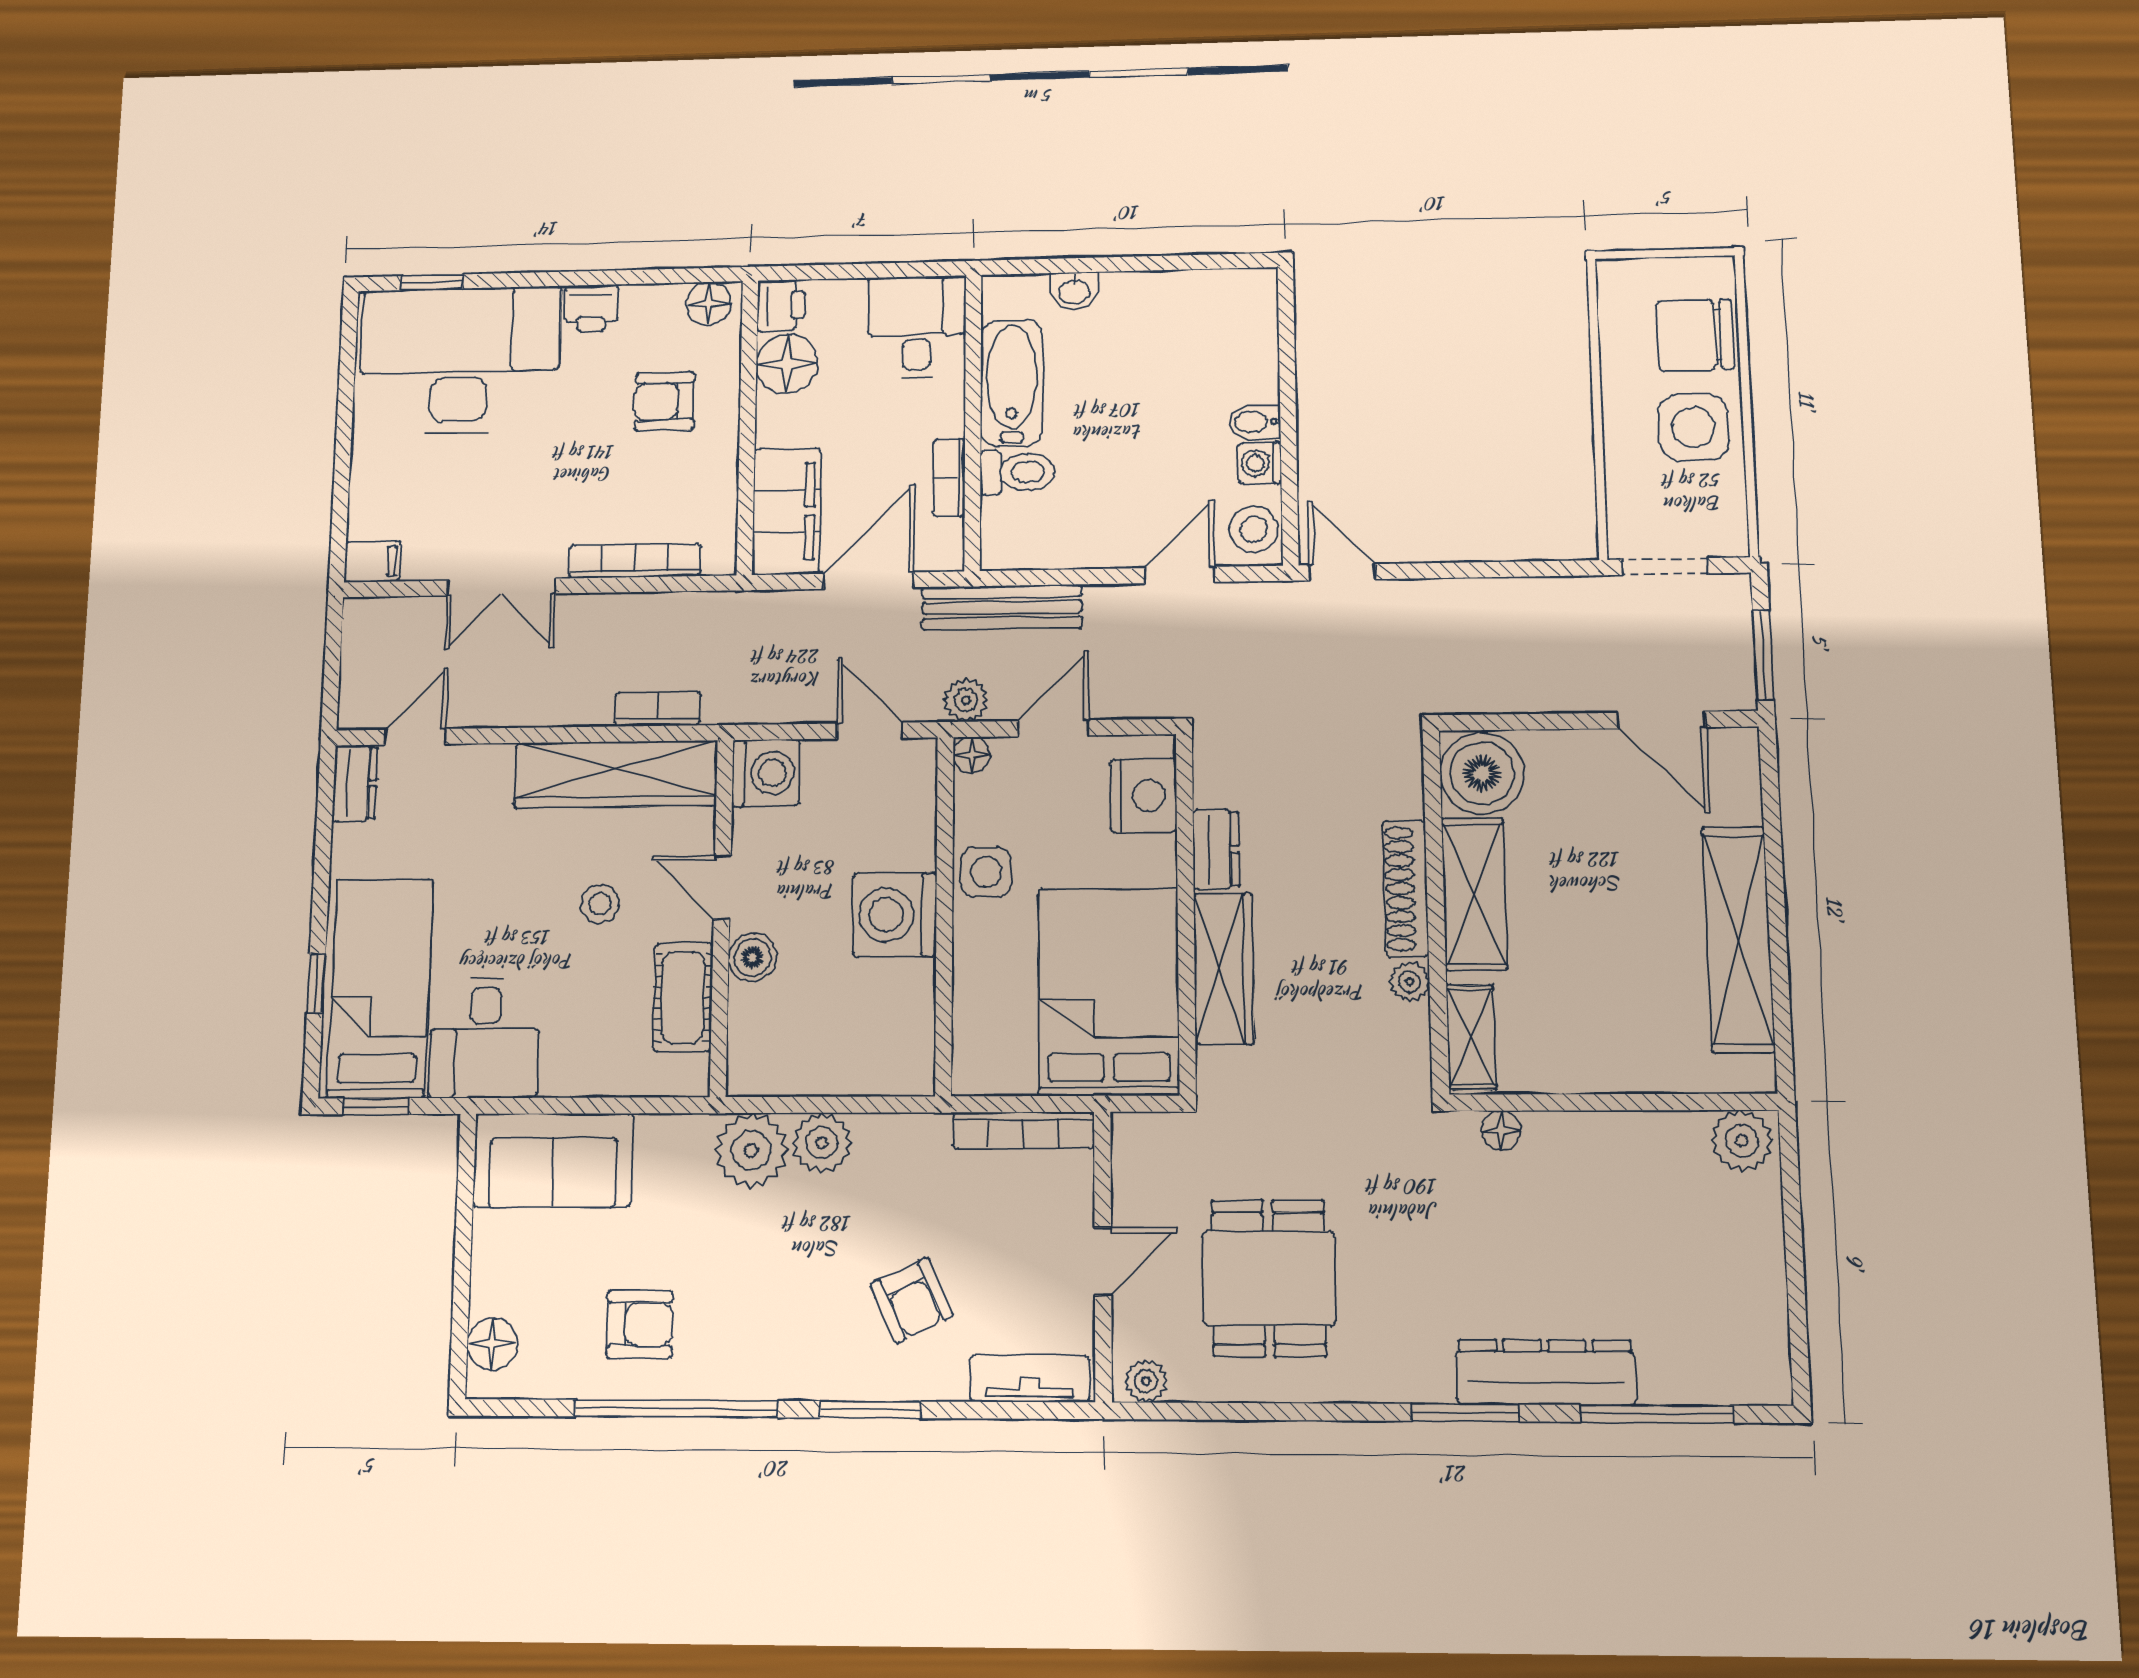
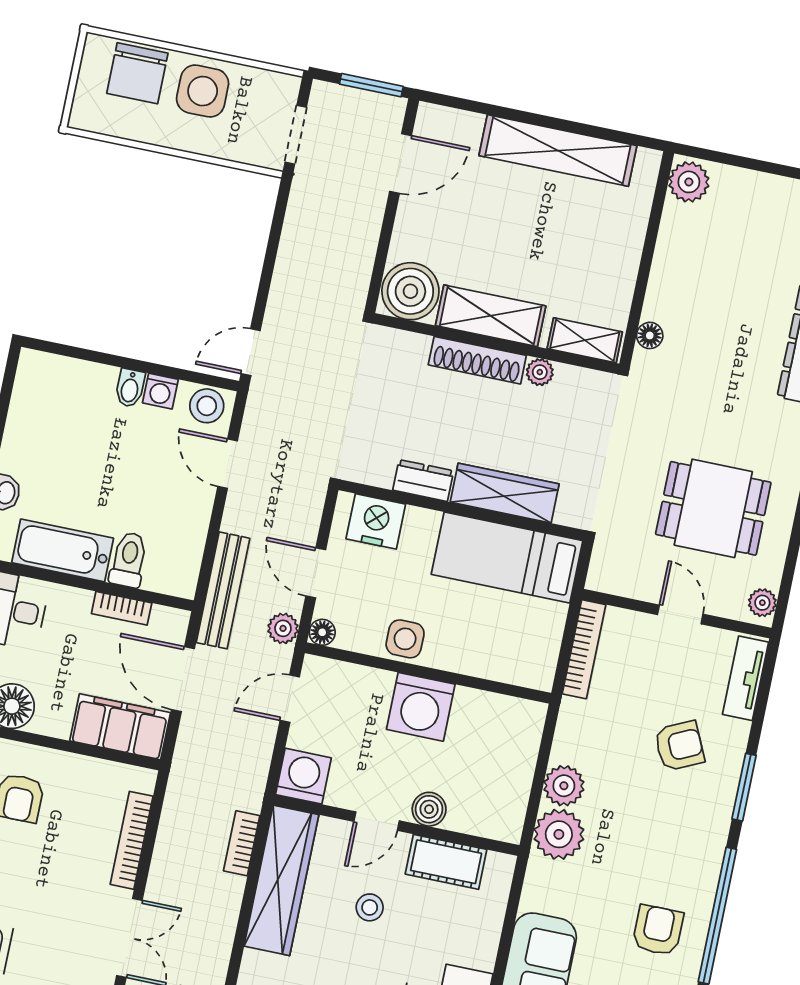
bed: (1109, 992) -> (507, 558), width x0.67

